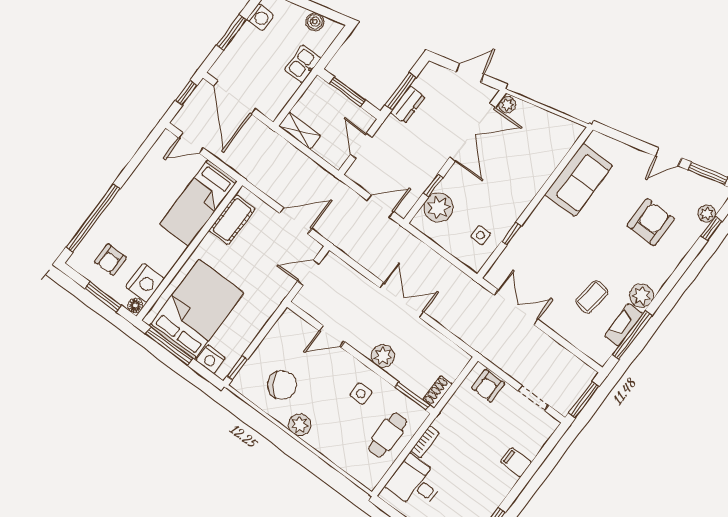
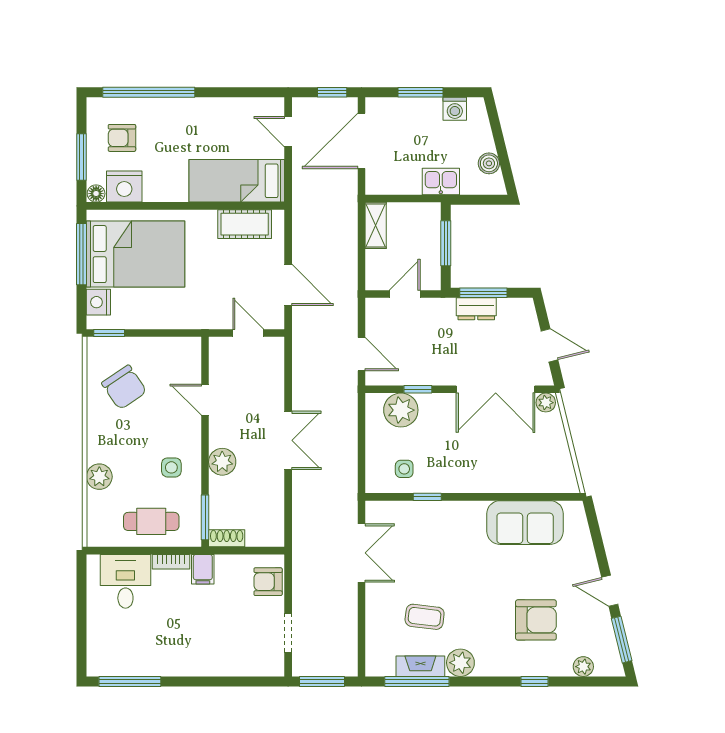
window: (711, 229) -> (535, 681), moved
plant: (300, 425) -> (99, 477), moved
filing cabinet: (516, 462) -> (203, 569), moved, turned 180

